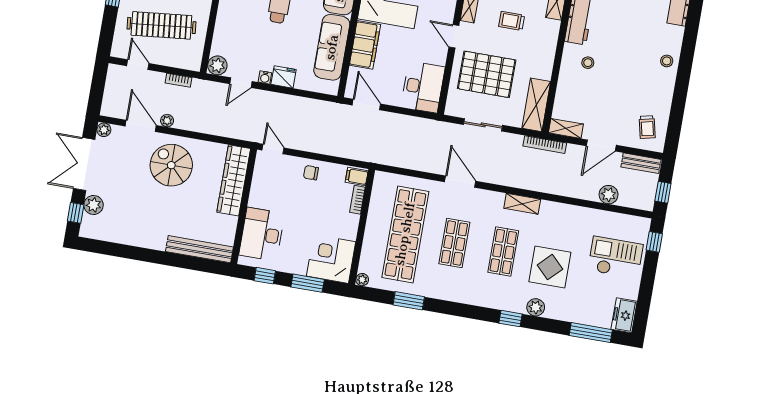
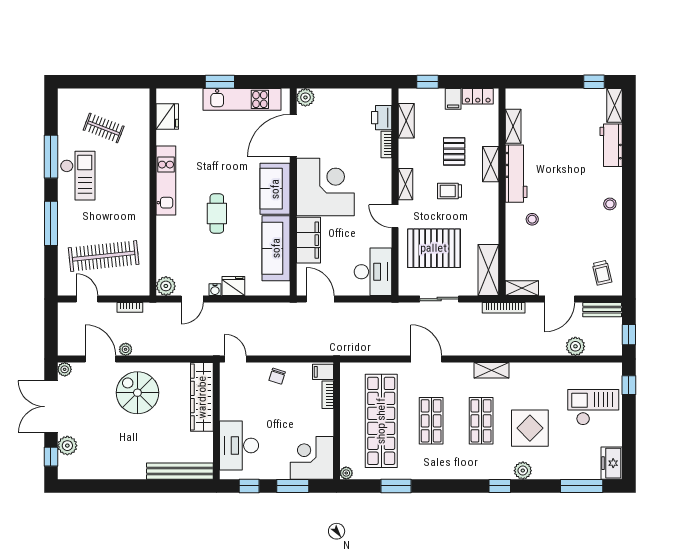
chair: (311, 173) -> (277, 376), turned -72

